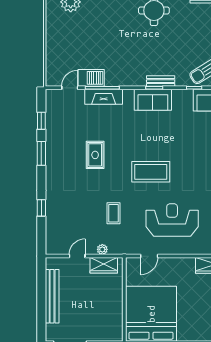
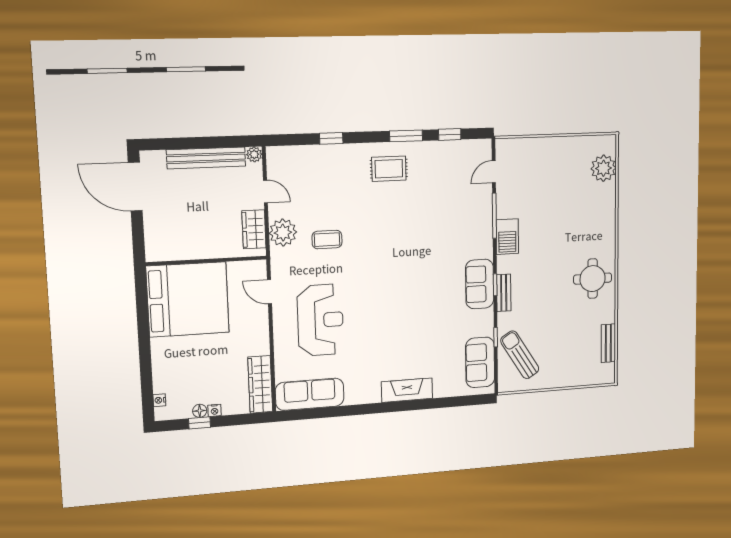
barbecue: (91, 78) -> (507, 237), moved
door: (70, 88) -> (494, 172), swing flipped
fireplace: (104, 97) -> (483, 218), removed
rug: (95, 155) -> (389, 169), moved
coffee table: (151, 172) -> (385, 287), removed
plant: (102, 249) -> (283, 233), width x1.88, depth x1.88
plant: (51, 263) -> (254, 154), added

